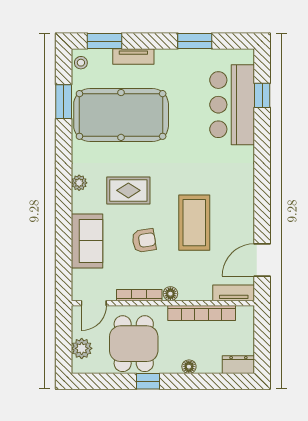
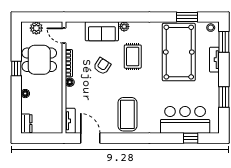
plant: (79, 183) -> (124, 27), moved
coffee table: (194, 223) -> (127, 114), moved, turned 90
armchair: (144, 241) -> (102, 66), turned -138
bookcase: (202, 313) -> (58, 101), removed

